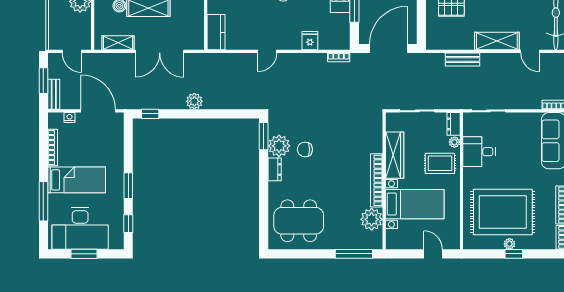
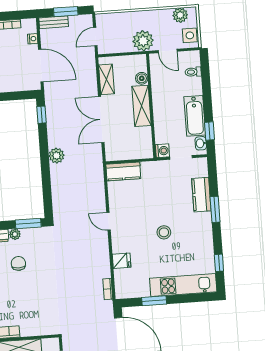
door: (98, 111) -> (41, 65), hinge flipped
plant: (279, 146) -> (15, 234), width x0.53, depth x0.53

